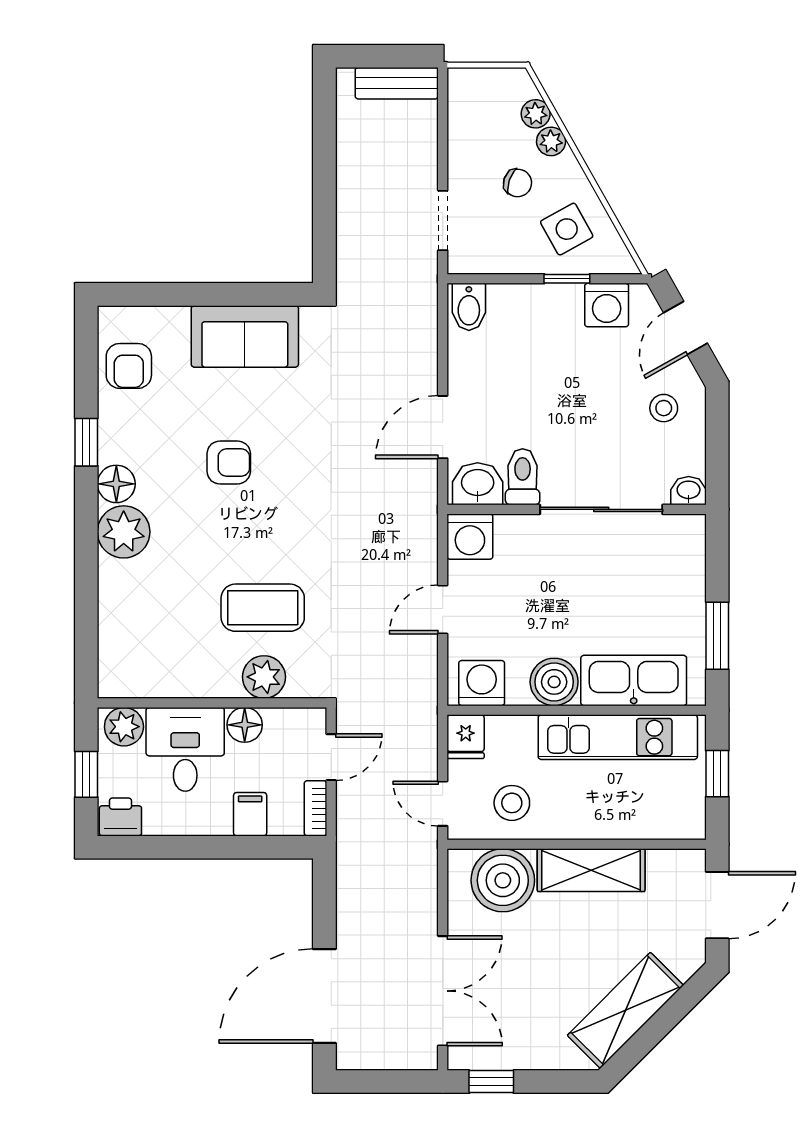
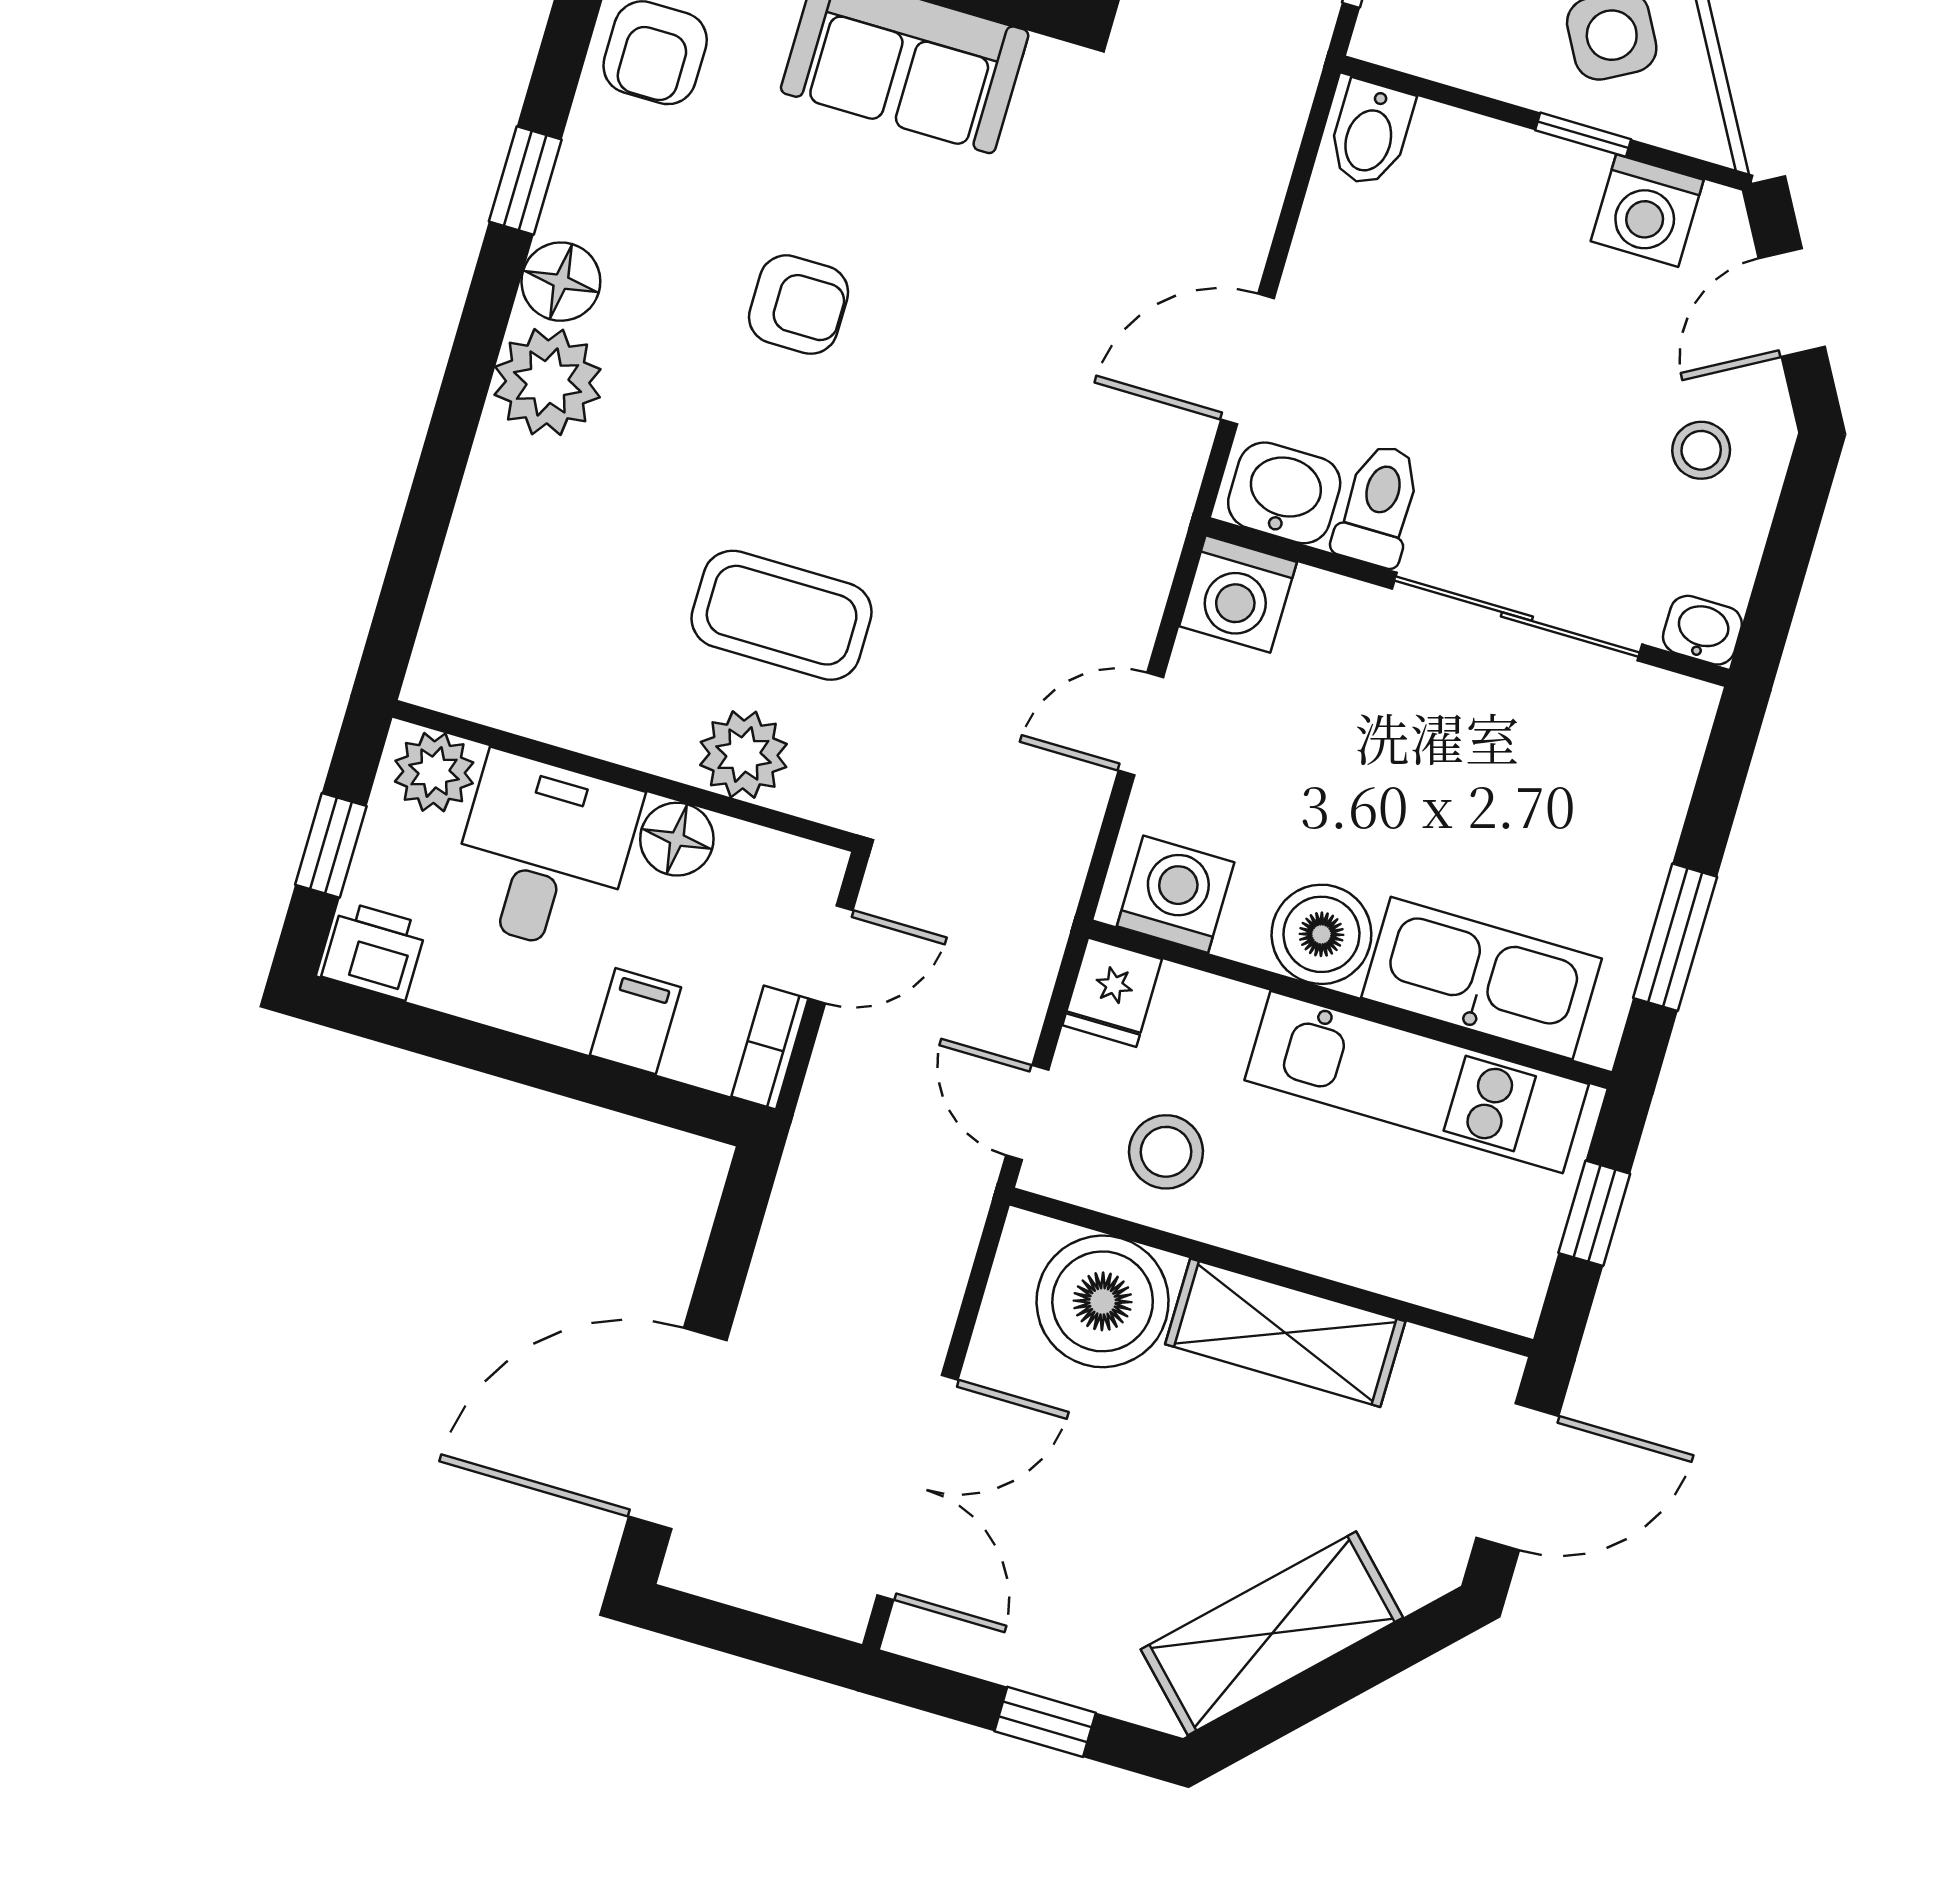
window: (491, 1082) -> (1045, 1722), moved

